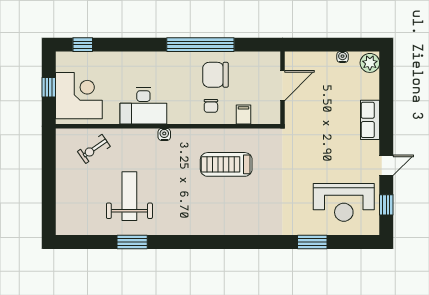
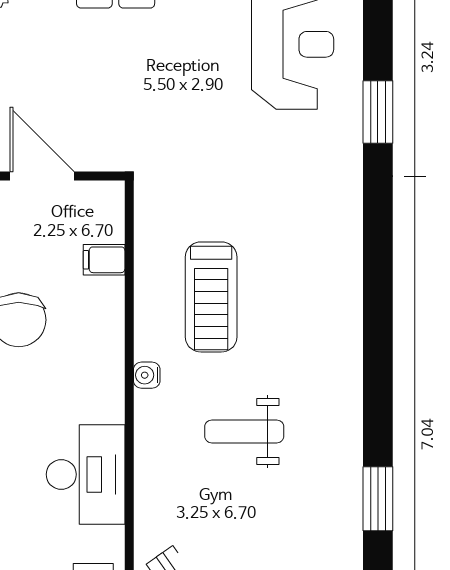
chair: (211, 106) -> (85, 330), removed
water cooler: (164, 134) -> (147, 375), moved
weight bench: (129, 196) -> (244, 431), moved, width x0.73, depth x0.75

